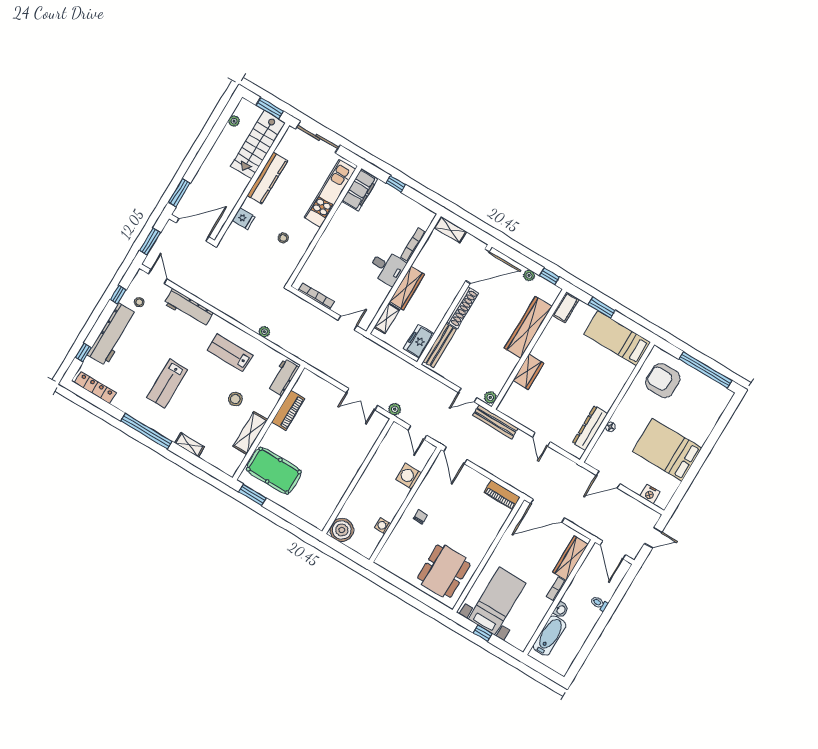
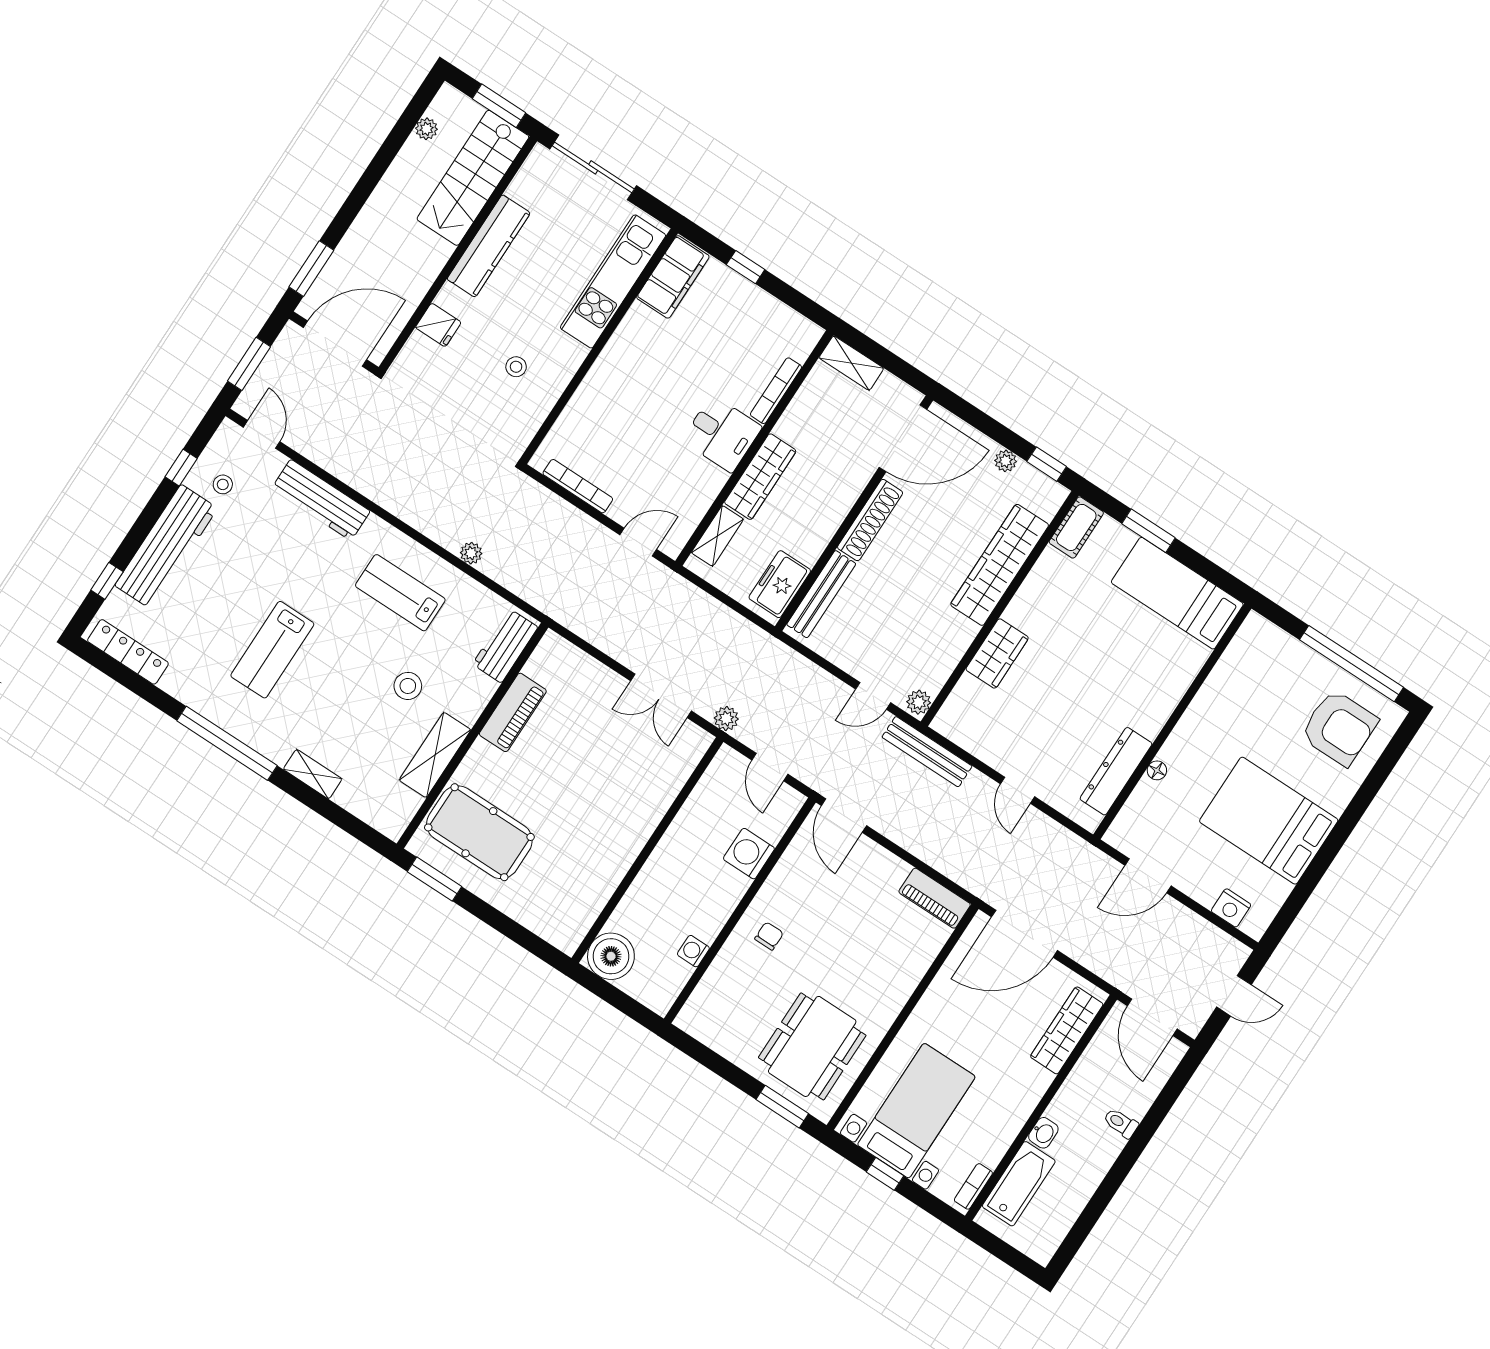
armchair: (663, 381) -> (1339, 728), moved, turned 180
bookcase: (556, 589) -> (973, 1186), moved
window: (430, 602) -> (782, 1107), added

